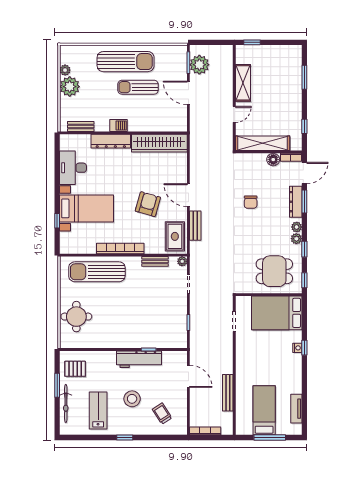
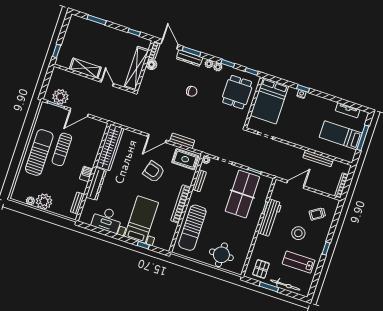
chair: (251, 202) -> (192, 91), moved
table tennis table: (156, 318) -> (242, 194), added

